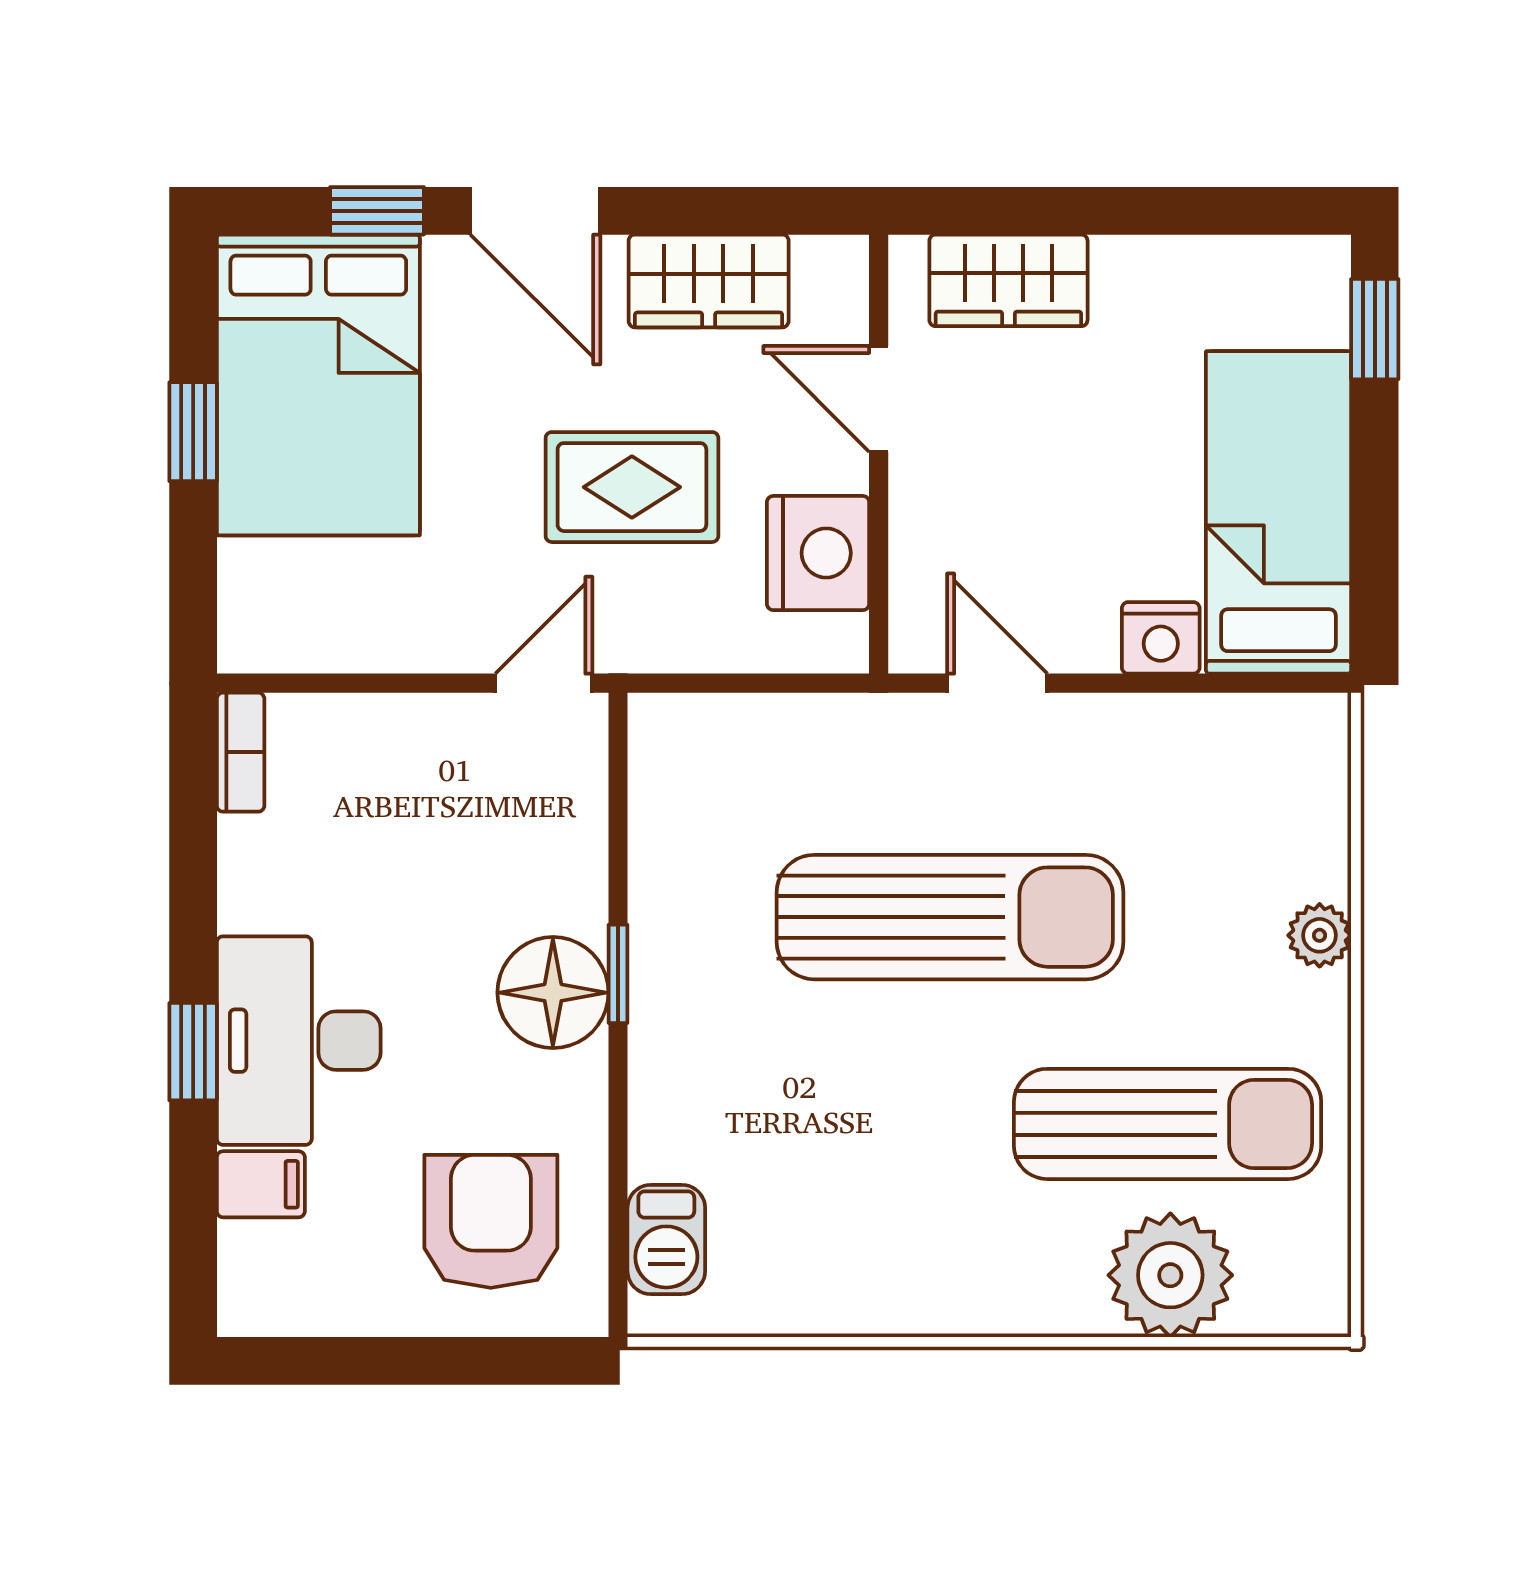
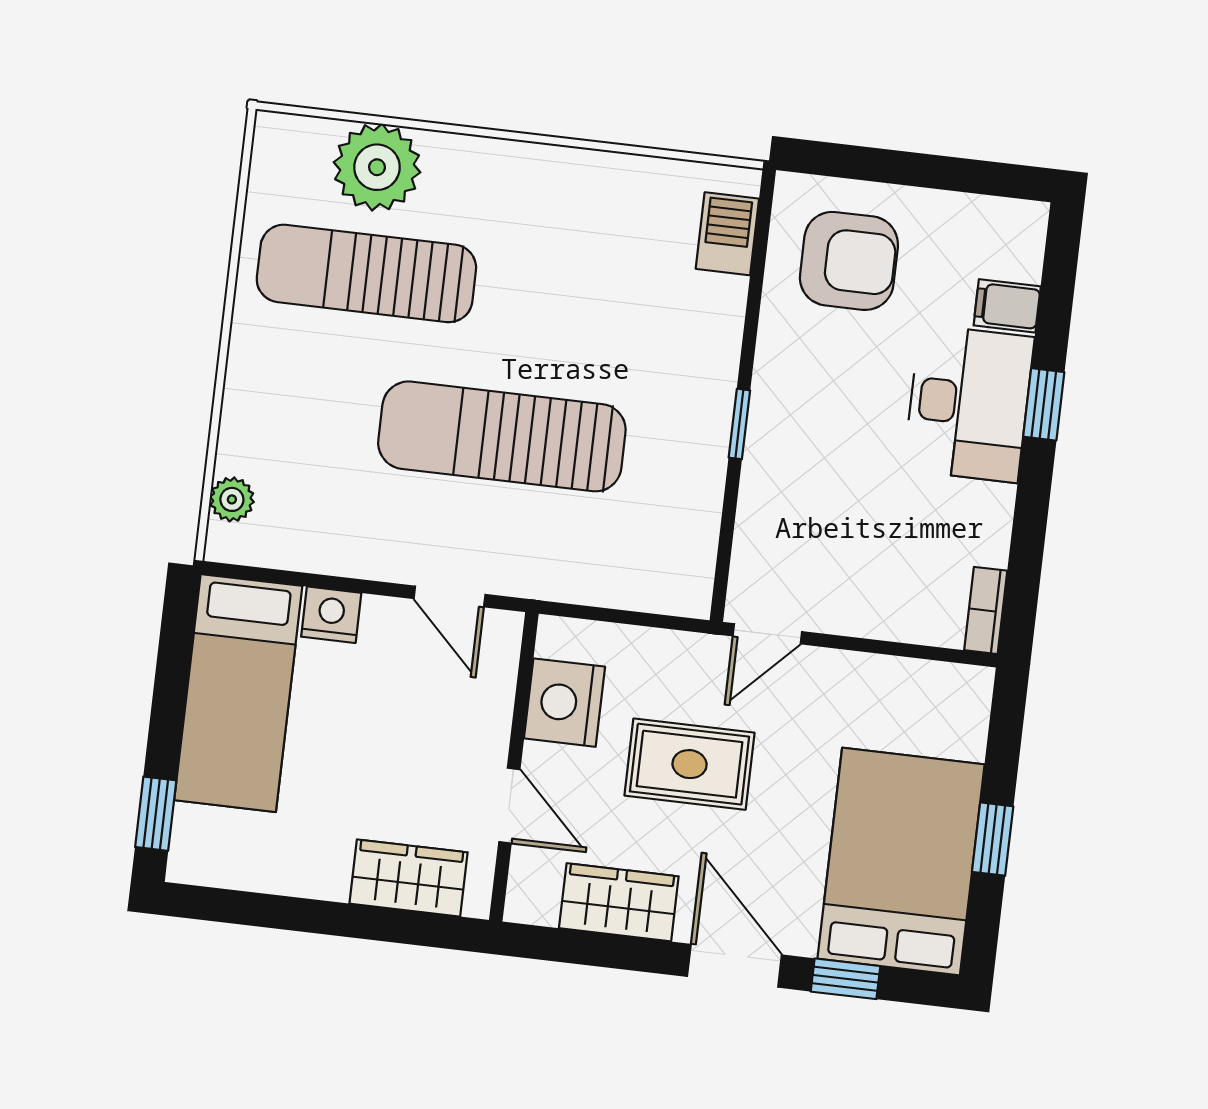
plant: (1320, 935) -> (232, 499), moved
floor lamp: (553, 993) -> (787, 416), removed
armchair: (491, 1221) -> (849, 261), turned -90

